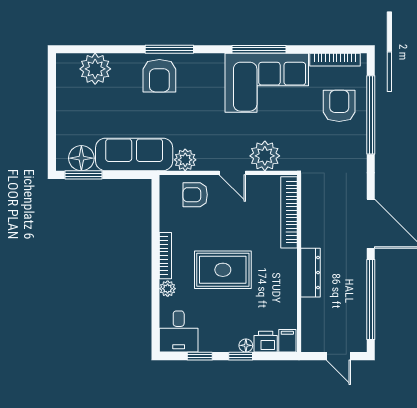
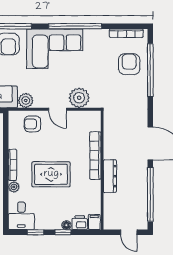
window: (259, 49) -> (75, 26), width x1.46
corner sofa: (267, 83) -> (55, 49), moved
bookcase: (289, 212) -> (95, 156), moved

